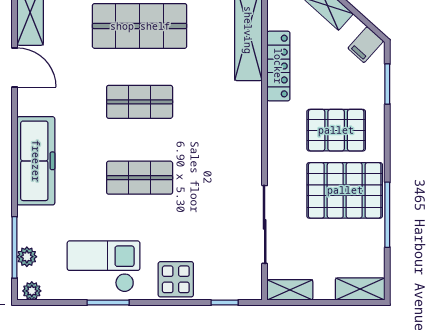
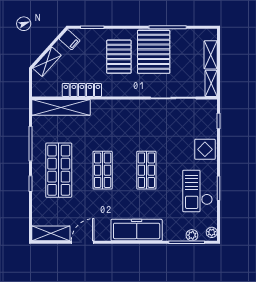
shelving: (360, 289) -> (211, 55), moved

